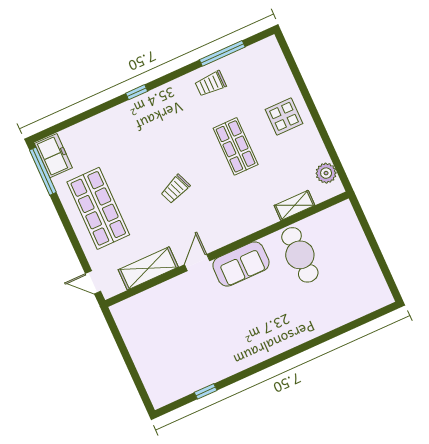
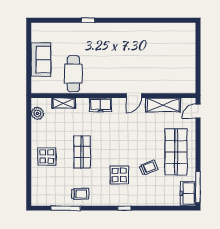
display table: (166, 137) -> (119, 175), added
trolley: (175, 189) -> (149, 168), moved
freezer: (240, 227) -> (100, 105), added
sofa: (241, 264) -> (41, 60), moved, turned 90
door: (93, 282) -> (198, 111), swing flipped
window: (206, 391) -> (88, 20), moved

